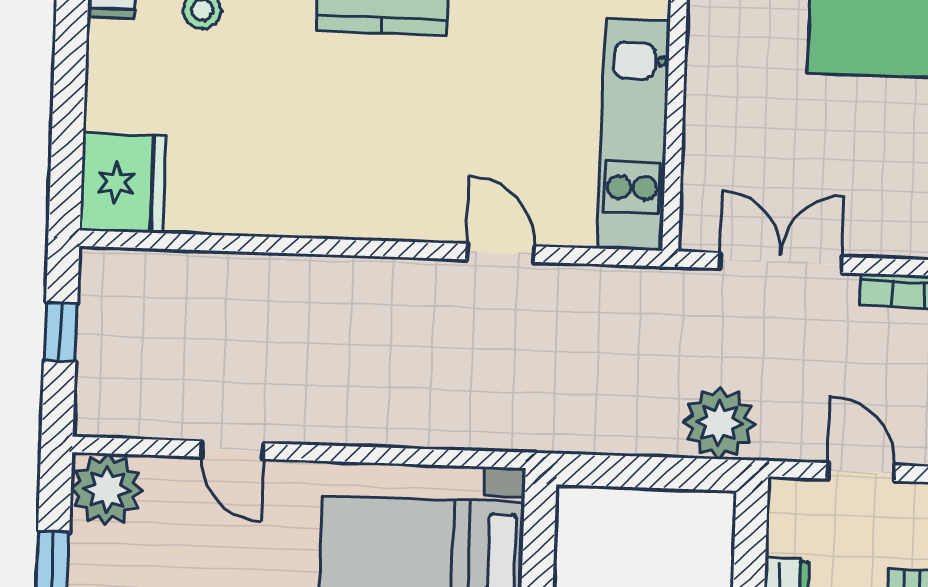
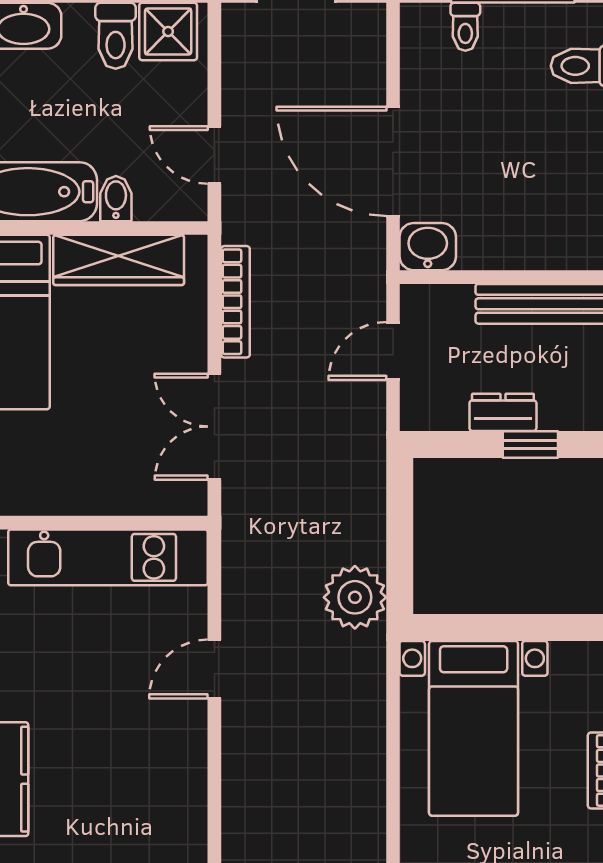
plant: (719, 423) -> (355, 597), moved

